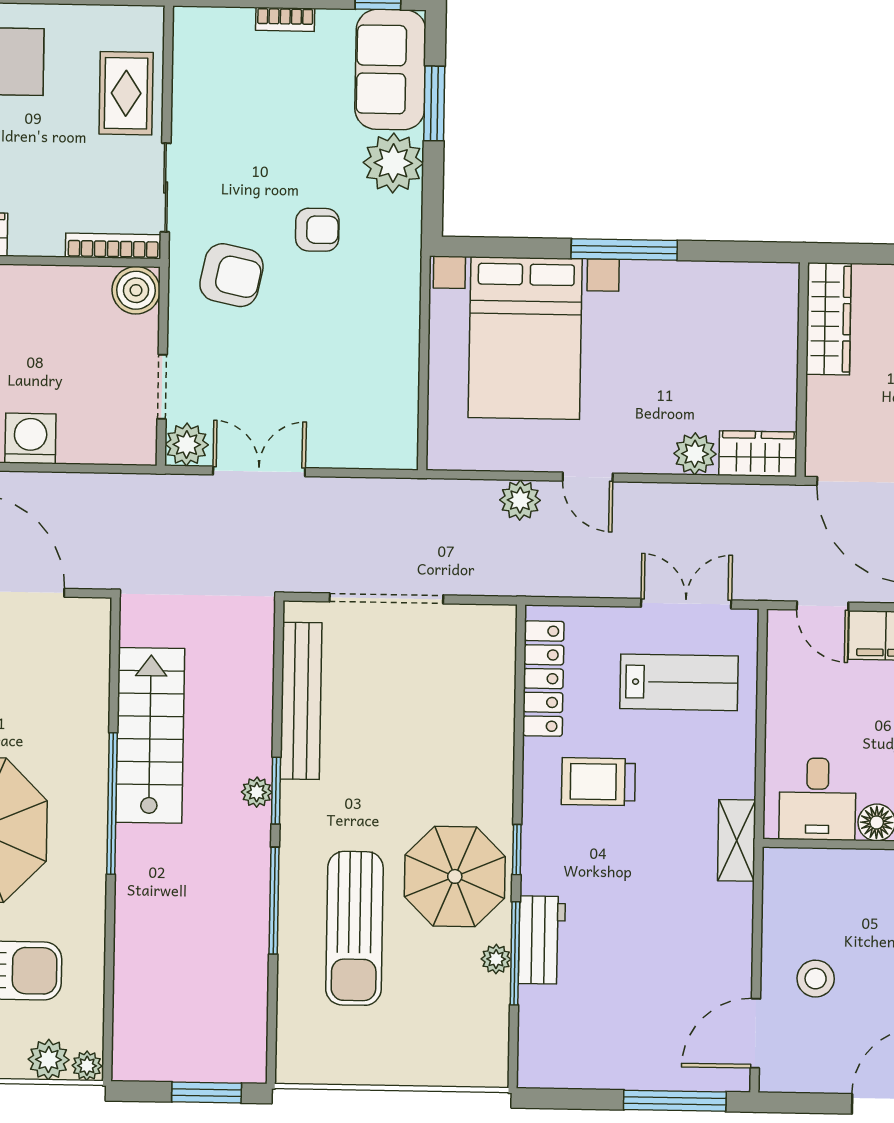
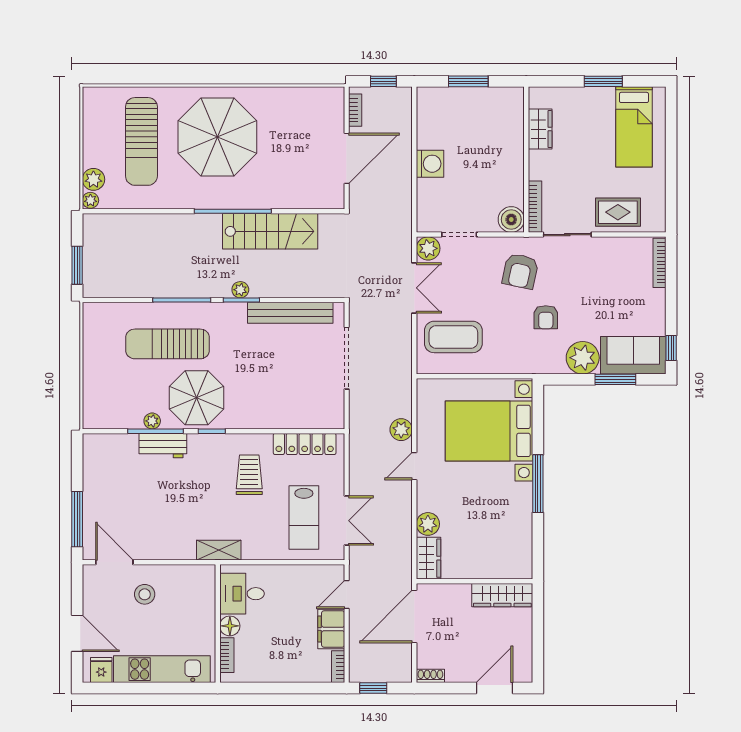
bookcase: (285, 19) -> (659, 263), moved, width x1.56
coffee table: (351, 401) -> (453, 337), added

